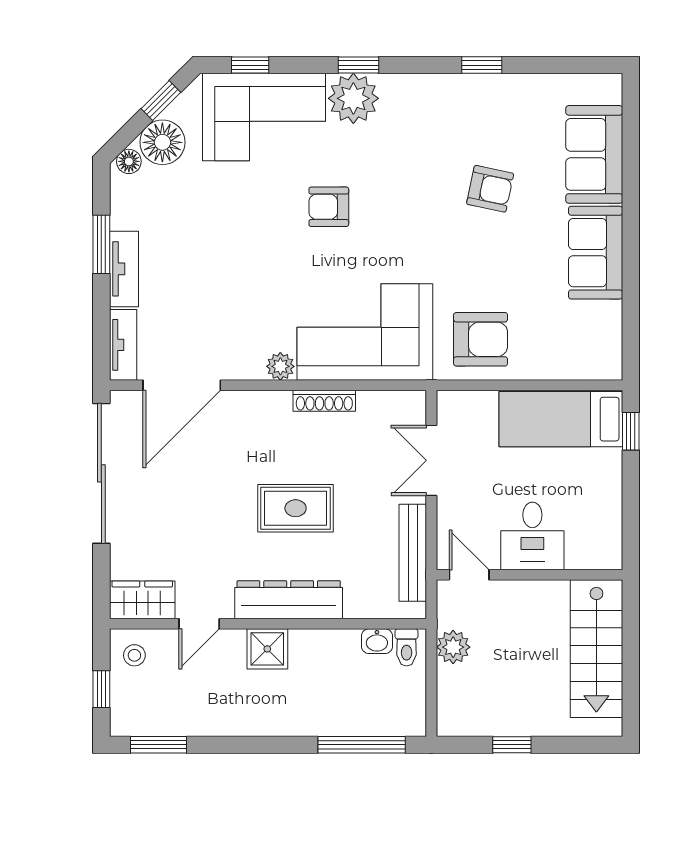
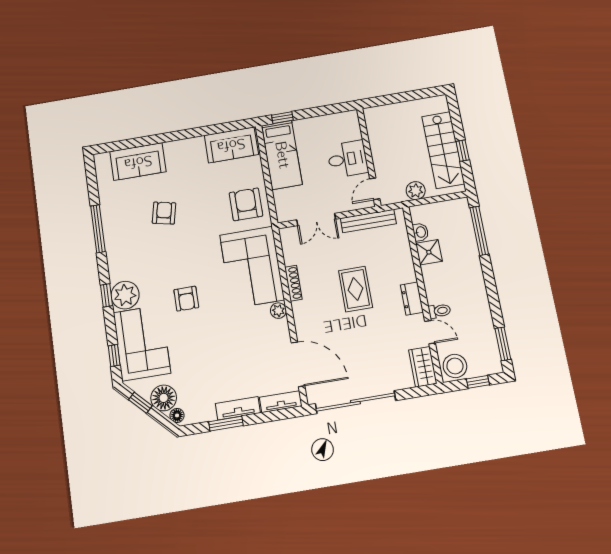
window: (482, 65) -> (98, 229), width x2.17
sofa: (596, 253) -> (231, 145), moved
dresser: (289, 600) -> (412, 299), width x0.51, depth x0.80
toilet: (407, 647) -> (439, 311), moved
shower: (267, 649) -> (429, 252), moved
stairs: (596, 649) -> (443, 150), moved, turned 90
stool: (134, 655) -> (455, 366), width x1.89, depth x1.89

